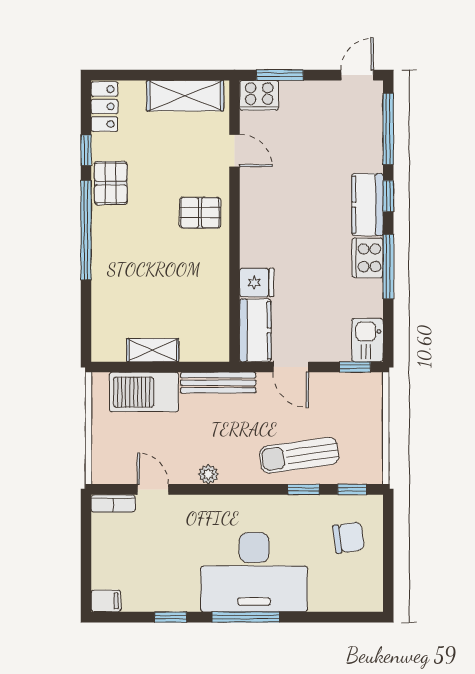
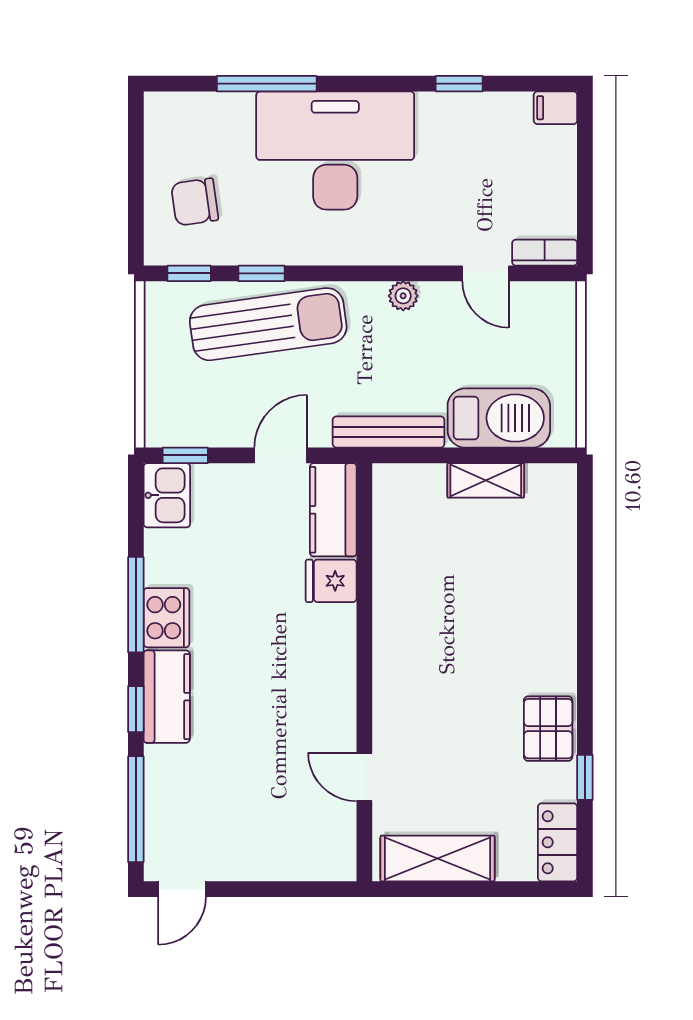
window: (280, 75) -> (297, 889), removed
cooker: (259, 95) -> (328, 859), removed
pallet: (200, 213) -> (415, 685), removed
window: (86, 230) -> (585, 659), removed
door: (291, 367) -> (281, 455), hinge flipped
sun lounger: (299, 455) -> (268, 324), width x1.36, depth x1.34
window: (246, 617) -> (267, 84), moved

